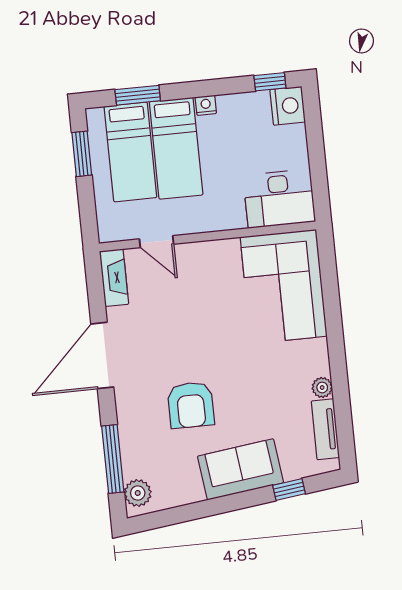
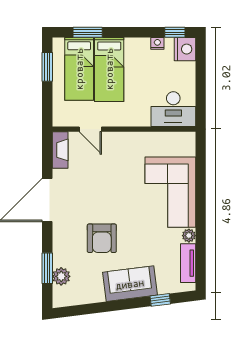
nightstand: (206, 105) -> (157, 43), moved
corner sofa: (284, 287) -> (170, 192), moved
window: (113, 459) -> (47, 268), width x0.69
plant: (138, 493) -> (61, 276), moved

